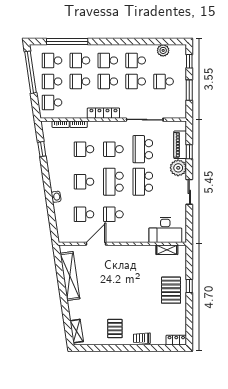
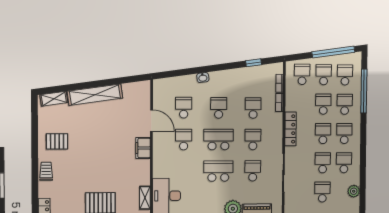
school desk: (143, 149) -> (253, 171), width x0.54
filing cabinet: (121, 251) -> (143, 148), added
shelving: (70, 276) -> (95, 95), moved

